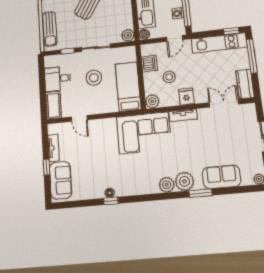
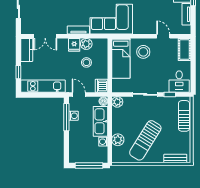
window: (231, 31) -> (32, 95), removed
door: (175, 38) -> (79, 94), hinge flipped
window: (252, 56) -> (18, 72), width x0.46
dishwasher: (149, 64) -> (102, 86), moved
stool: (94, 78) -> (143, 52), moved
desk: (58, 79) -> (179, 82), moved, turned 90
plant: (152, 101) -> (86, 44), moved

